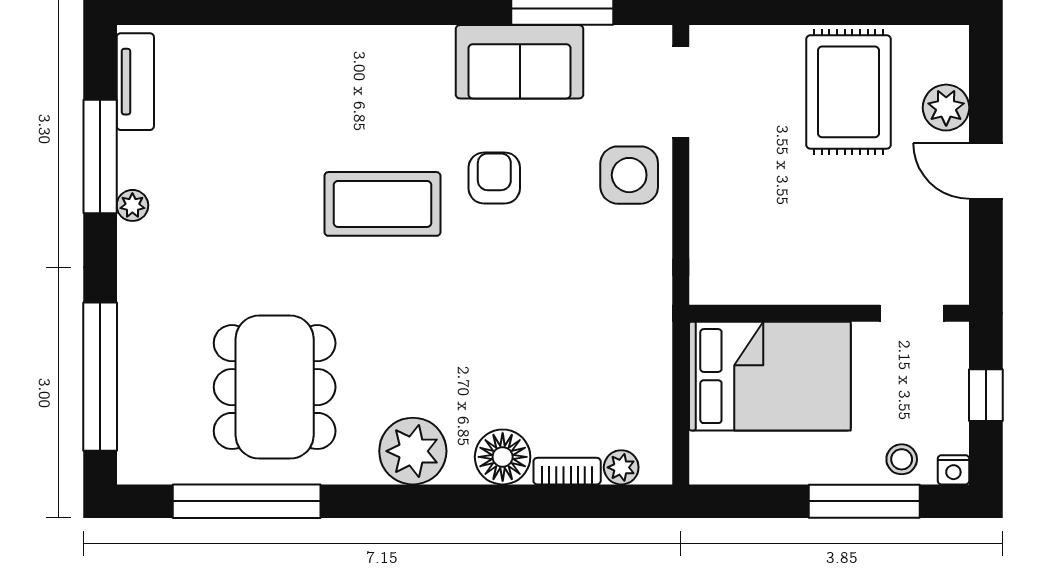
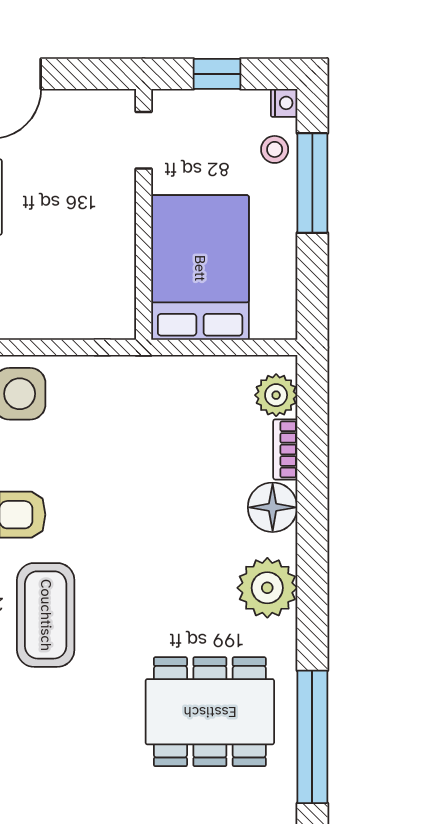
plant: (621, 467) -> (276, 395), width x1.38, depth x1.38

